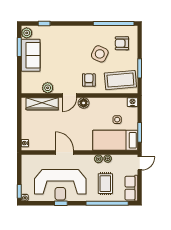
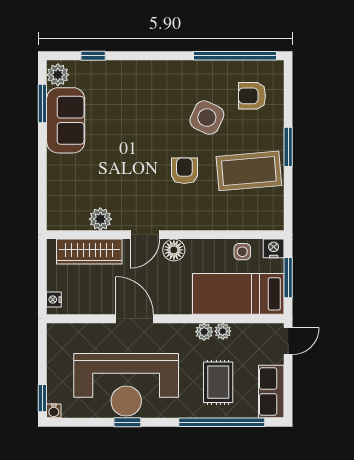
plant: (48, 88) -> (100, 219), moved
door: (69, 95) -> (145, 235), moved
wall: (79, 95) -> (165, 235), moved
nightstand: (132, 102) -> (274, 248), moved
floor lamp: (84, 103) -> (174, 250), moved
wardrobe: (42, 104) -> (89, 252), moved

